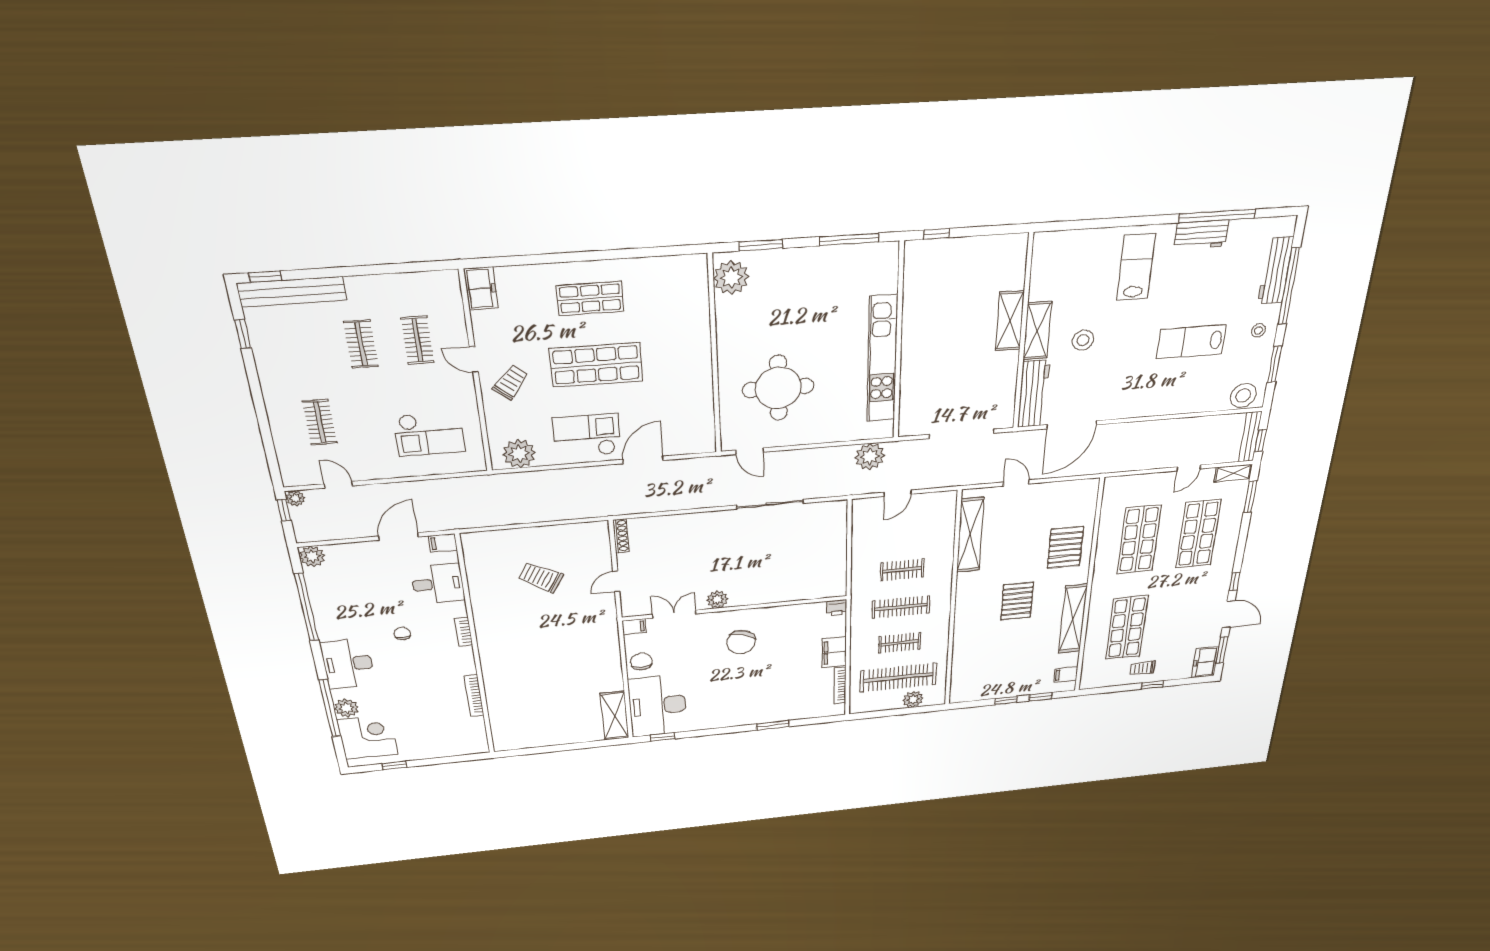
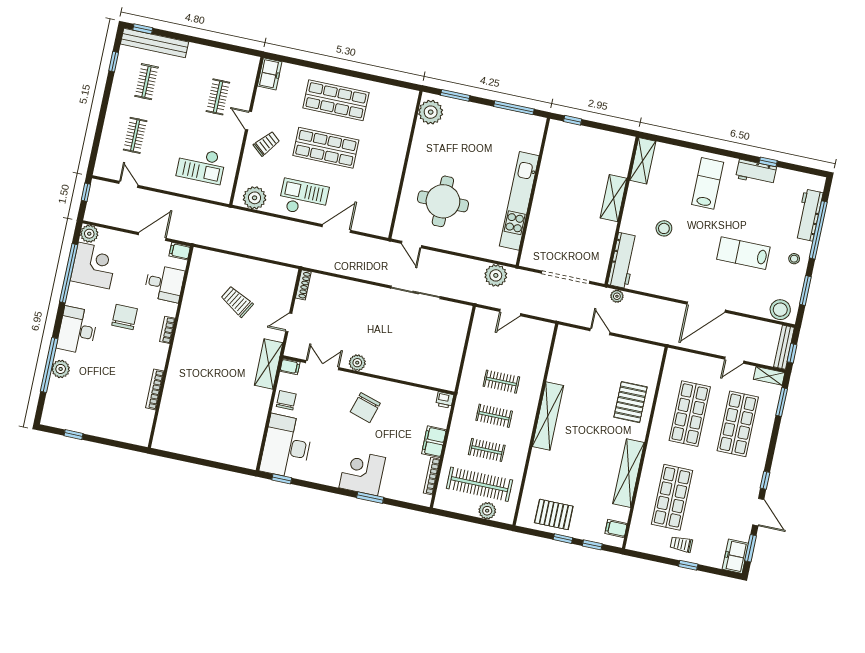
window: (1217, 216) -> (768, 162), width x0.32
shop shelf: (590, 298) -> (336, 100), width x1.43, depth x1.36
shelving: (1037, 331) -> (643, 161), moved
clothes rail: (361, 344) -> (146, 82), moved
door: (1072, 425) -> (706, 307), moved
plant: (295, 498) -> (617, 296), moved
shelving: (970, 535) -> (548, 416), moved
pallet: (1017, 601) -> (554, 514), moved, turned 90
clothes rail: (901, 607) -> (494, 416), width x0.73
chair: (402, 633) -> (125, 317), width x1.87, depth x1.87
corner desk: (756, 705) -> (362, 473), added
shelving: (615, 716) -> (269, 364), moved
corner desk: (368, 737) -> (94, 265), moved

